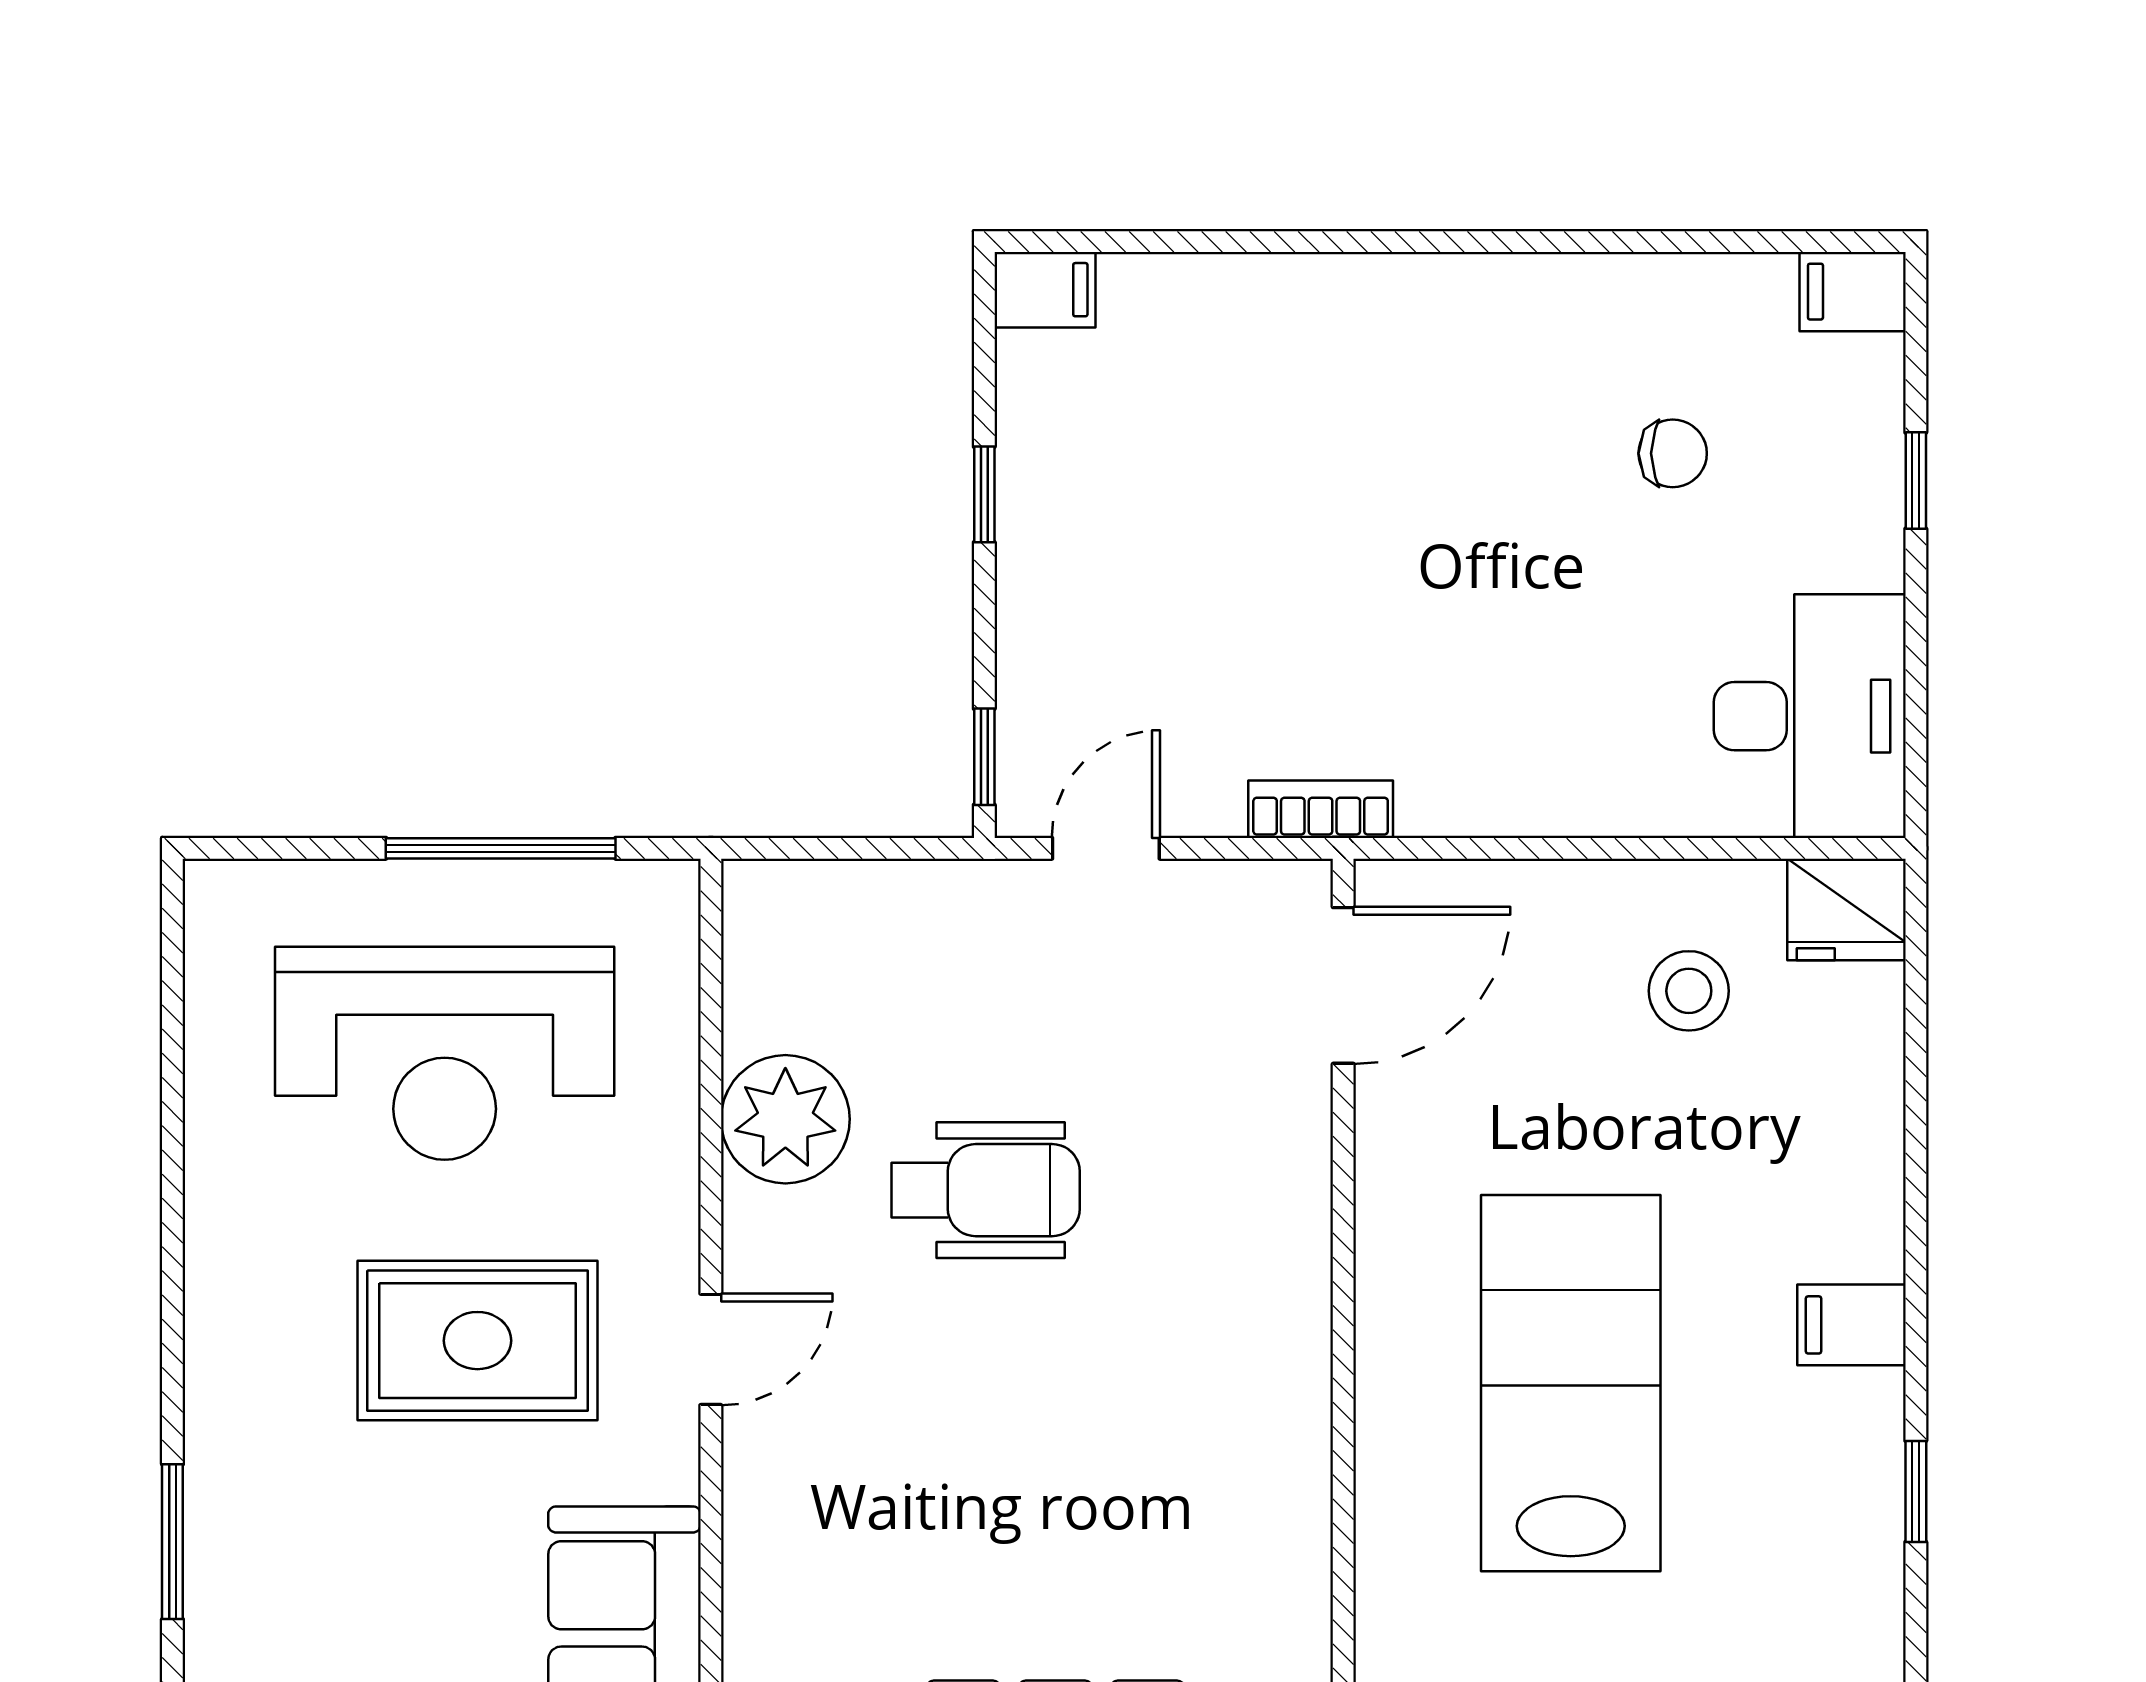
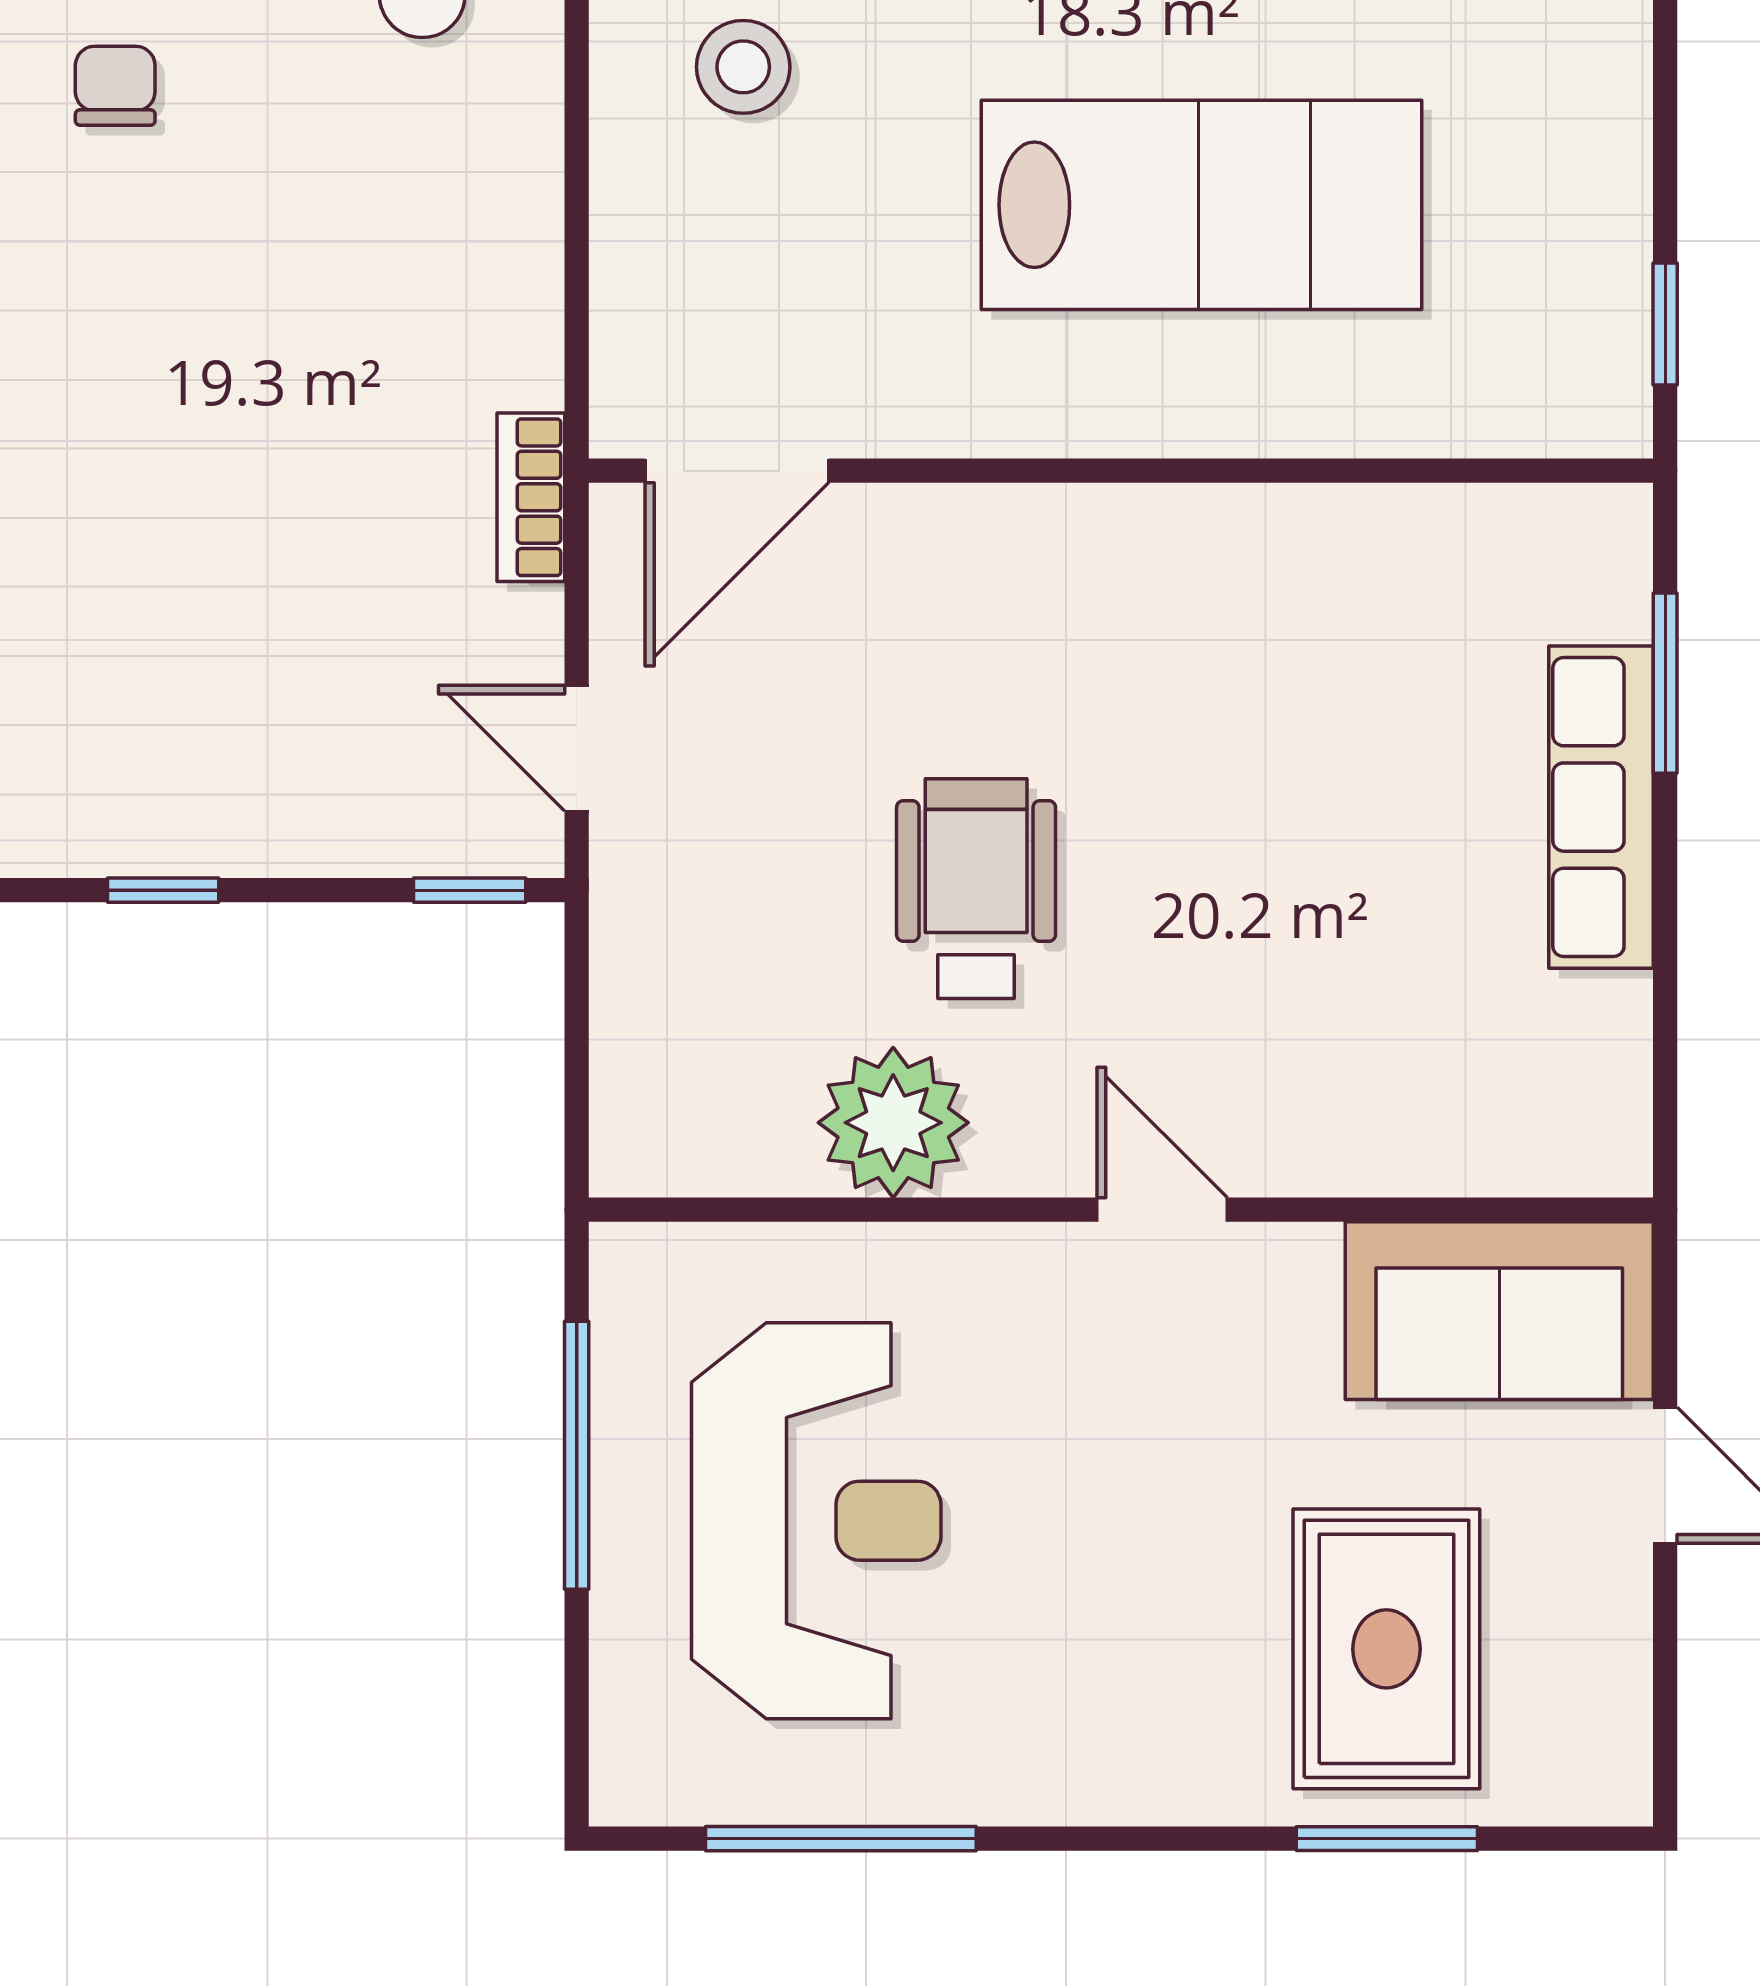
door: (1343, 985) -> (737, 471), swing flipped
window: (172, 1074) -> (841, 1839), added
rug: (477, 1341) -> (1386, 1649), moved
lab bench: (1571, 1383) -> (1202, 205), turned 180

